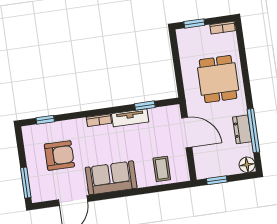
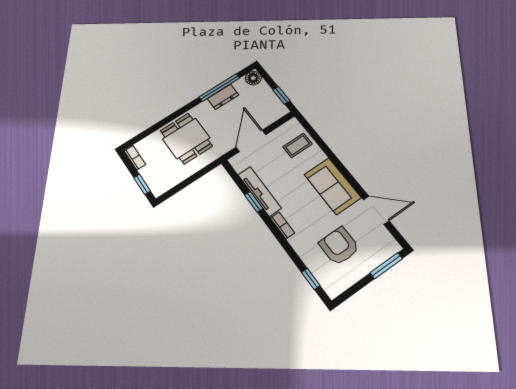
dining table: (218, 79) -> (186, 138), turned 90
window: (145, 106) -> (254, 202), moved
tv unit: (130, 118) -> (260, 191), width x1.41

